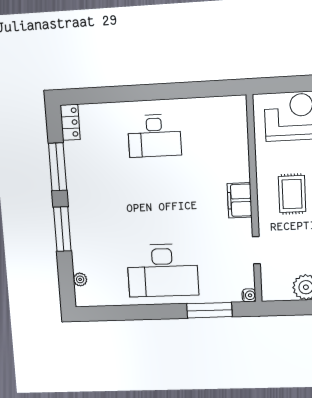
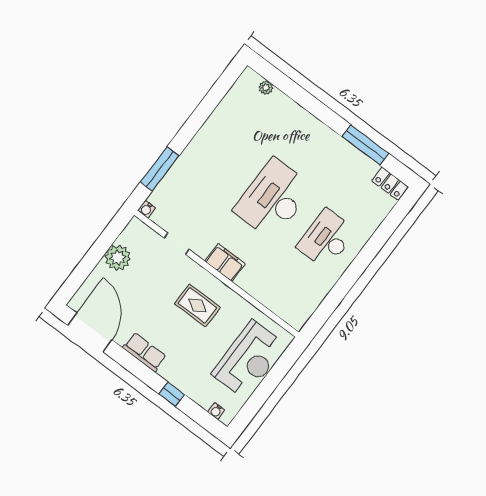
window: (62, 229) -> (316, 107), removed
desk: (163, 270) -> (273, 199), moved

